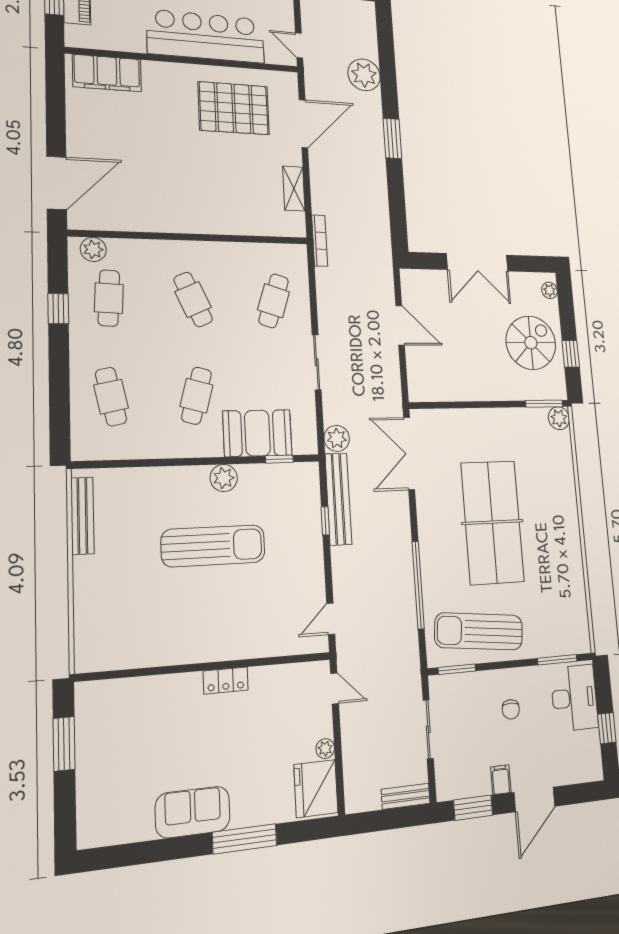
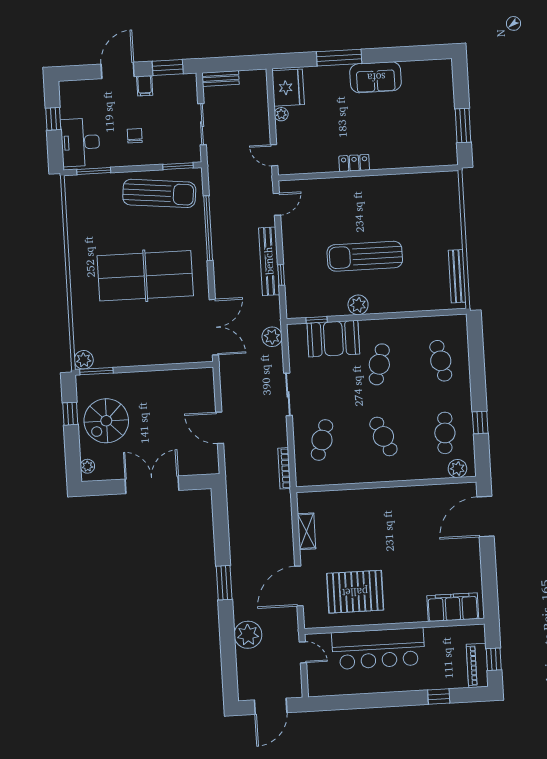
bookcase: (320, 241) -> (284, 468), moved
bench: (338, 499) -> (269, 261), moved
table tennis table: (492, 522) -> (145, 276), turned 90

